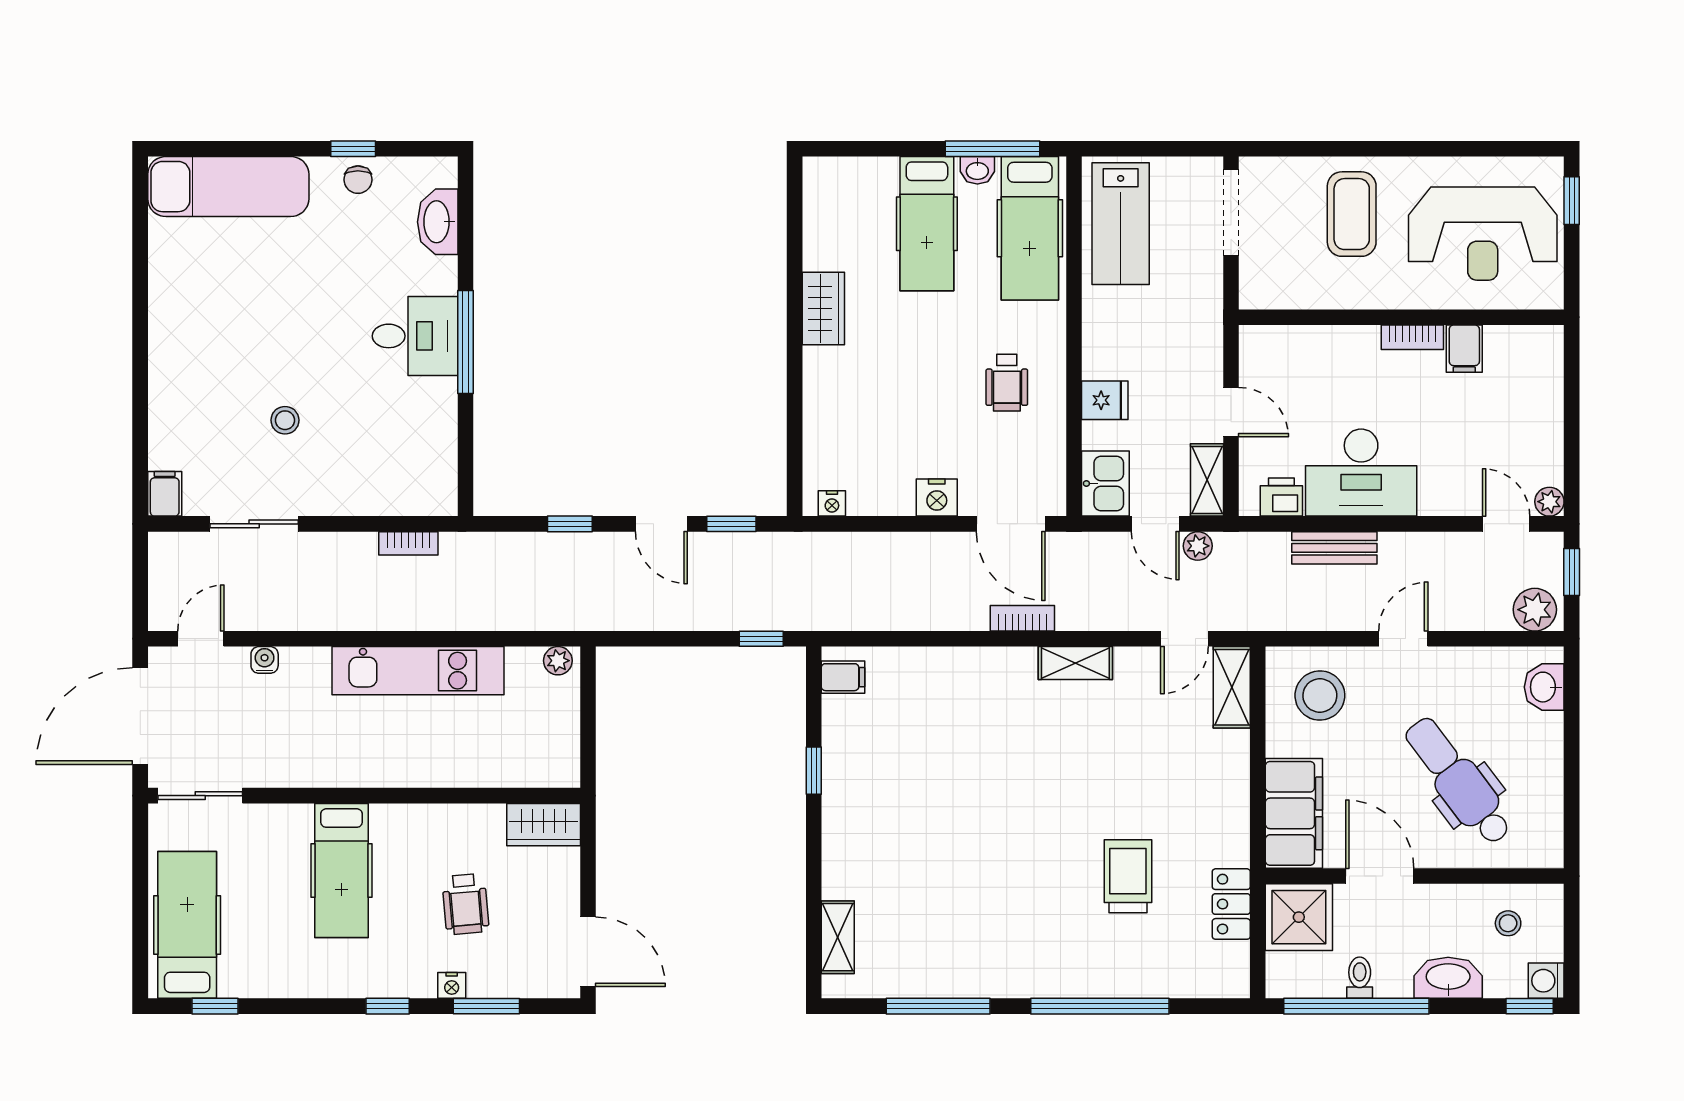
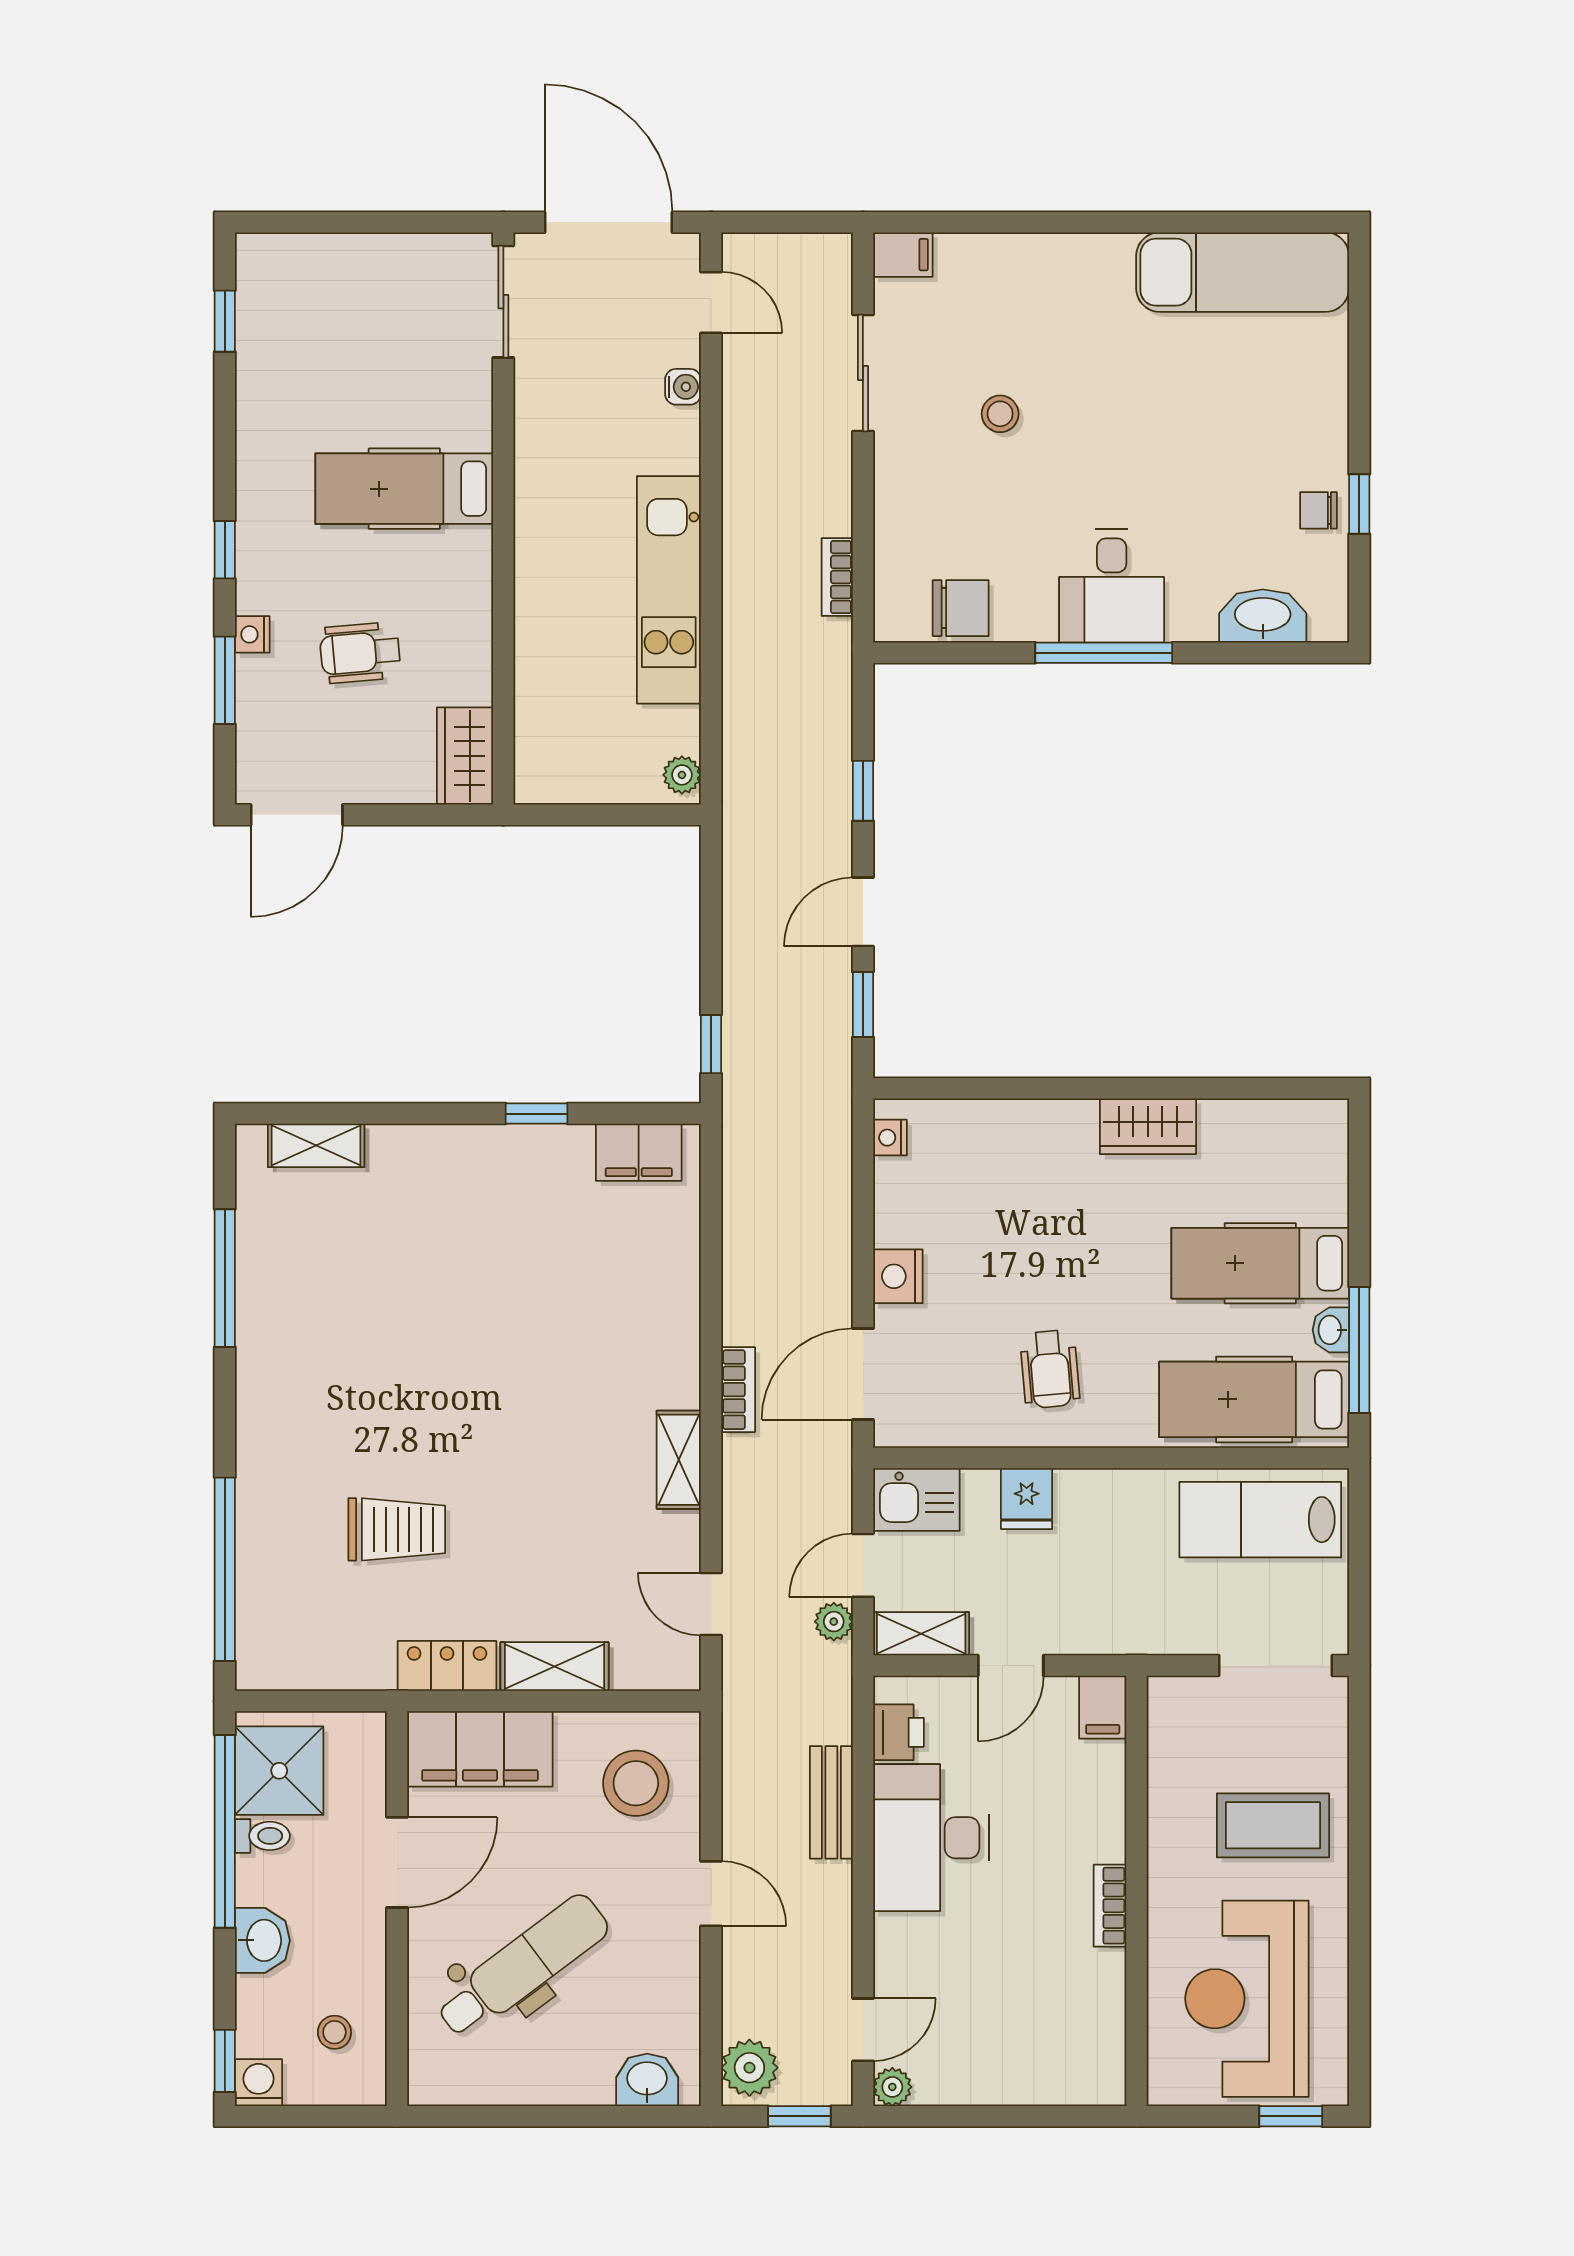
exam couch: (228, 187) -> (1243, 272), moved, turned -90
filing cabinet: (1464, 349) -> (1103, 1707), moved, turned -90
wheelchair: (1007, 383) -> (1050, 1369), turned -95
chair: (432, 450) -> (961, 608), added
filing cabinet: (843, 677) -> (639, 1152), width x2.00
shelving: (1232, 687) -> (554, 1667), moved
locker: (1231, 904) -> (447, 1666), moved
shower: (1299, 917) -> (279, 1771), moved
hospital bed: (187, 925) -> (332, 284), removed
washbasin: (1448, 978) -> (262, 1940), width x0.72
window: (1100, 1006) -> (225, 1569), moved

